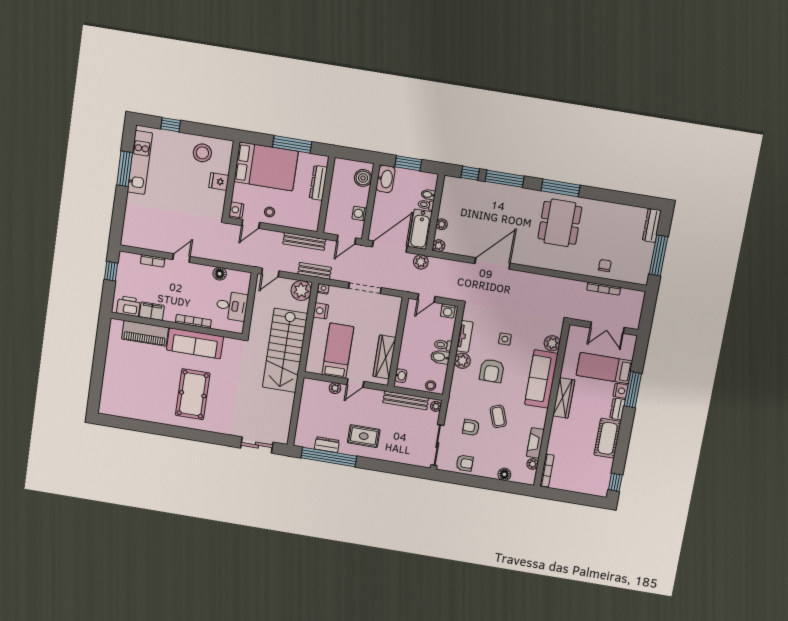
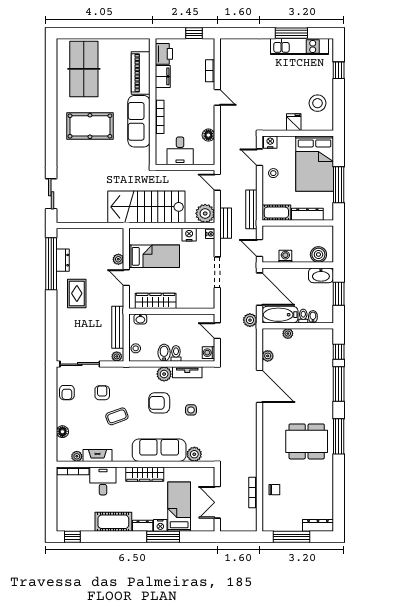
cot: (312, 216) -> (276, 213), added
plant: (439, 246) -> (268, 356), moved
table tennis table: (133, 391) -> (84, 69), added
desk: (563, 442) -> (103, 481), added

